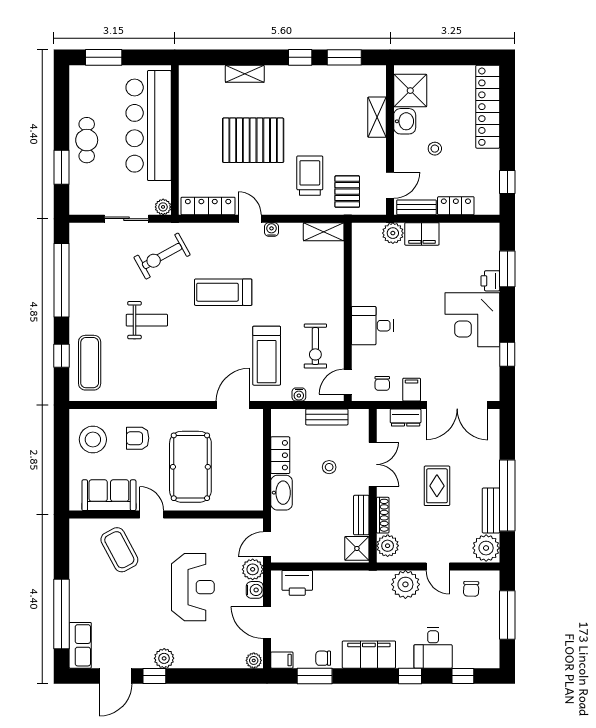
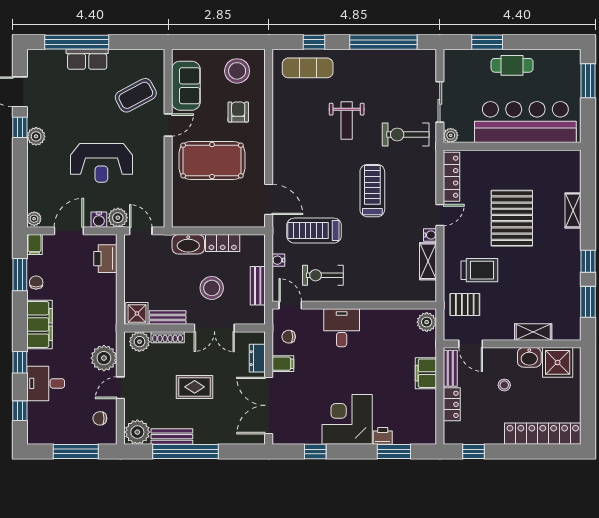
shelving: (324, 232) -> (428, 261), moved
plant: (393, 233) -> (427, 322), moved
exercise bike: (162, 256) -> (406, 134), turned -61
stool: (329, 467) -> (212, 288), width x1.89, depth x1.89
row of seats: (80, 645) -> (87, 59), moved

